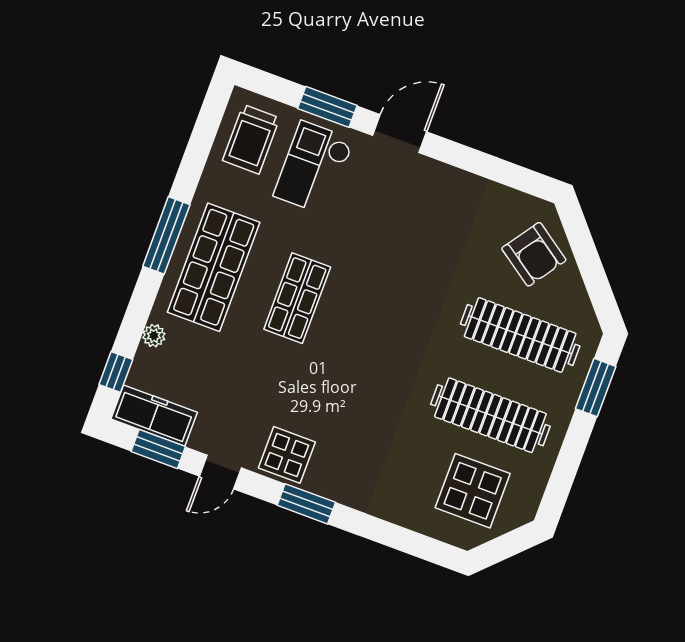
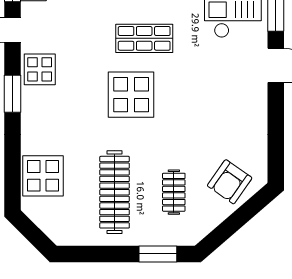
clothes rail: (520, 335) -> (174, 192), width x0.54, depth x0.76
display table: (367, 344) -> (131, 95), added
display table: (473, 491) -> (43, 176), moved

